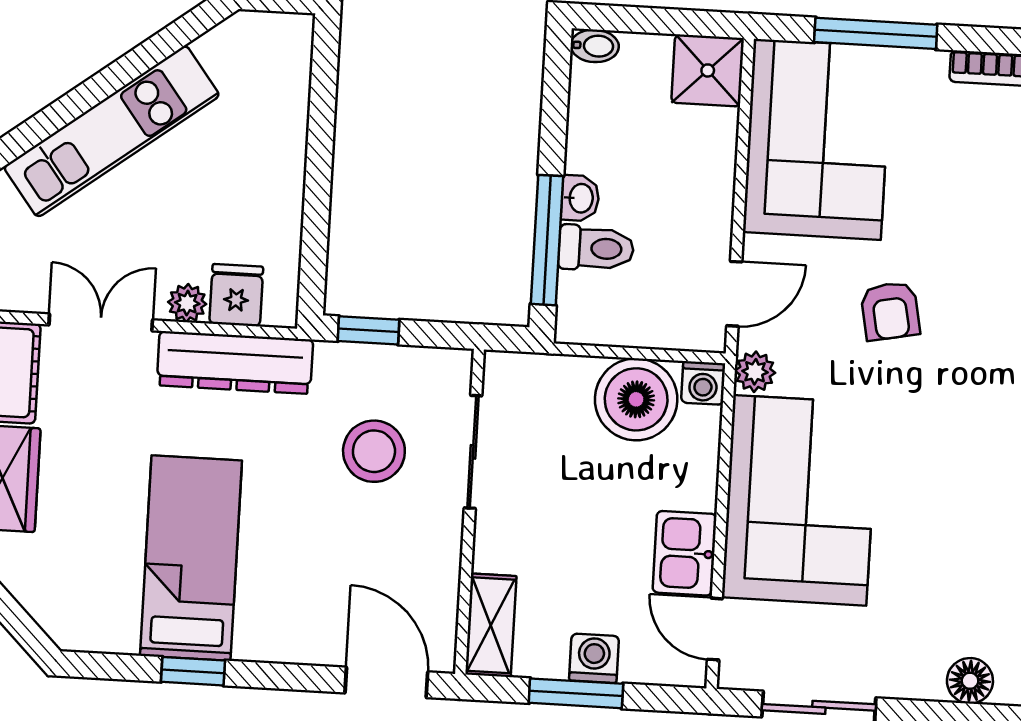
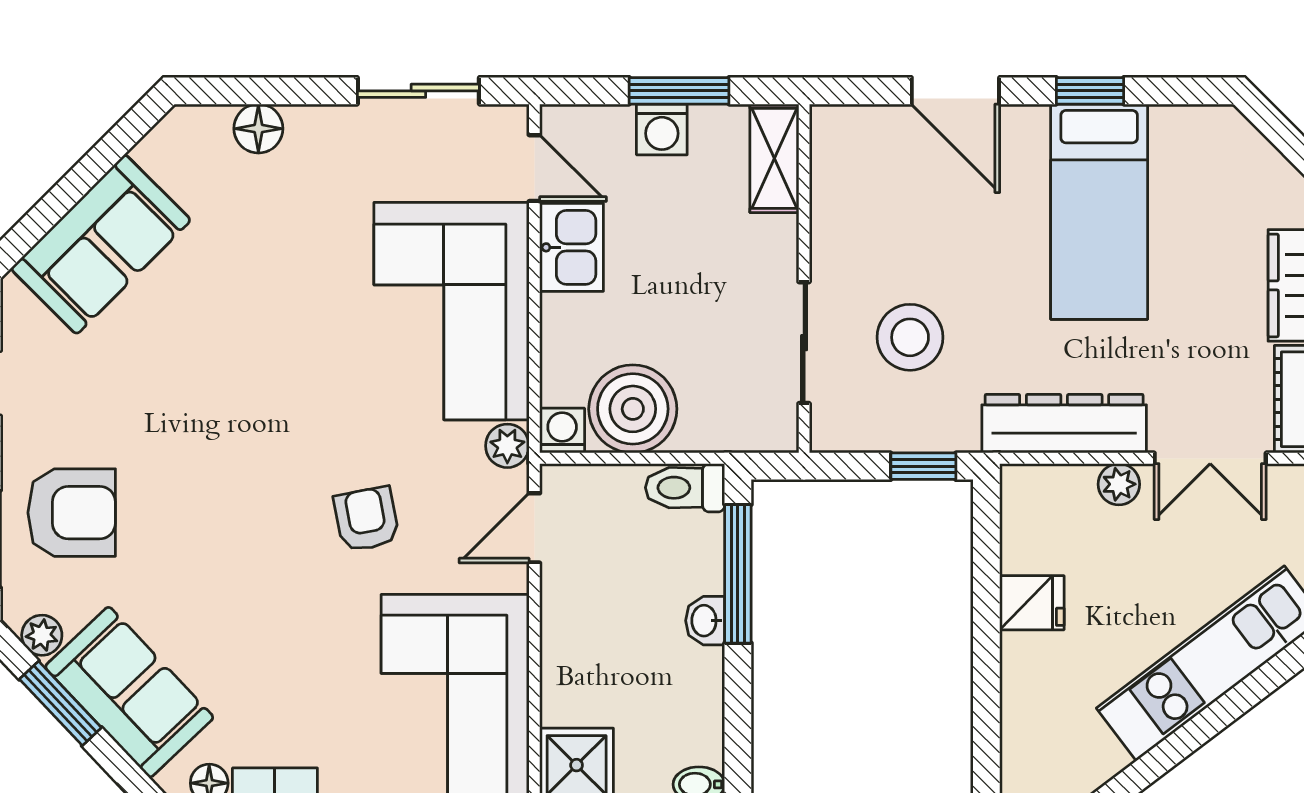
toilet: (596, 248) -> (685, 488), moved
fridge: (236, 295) -> (1032, 603), moved, turned -90
door: (386, 682) -> (955, 91), moved

